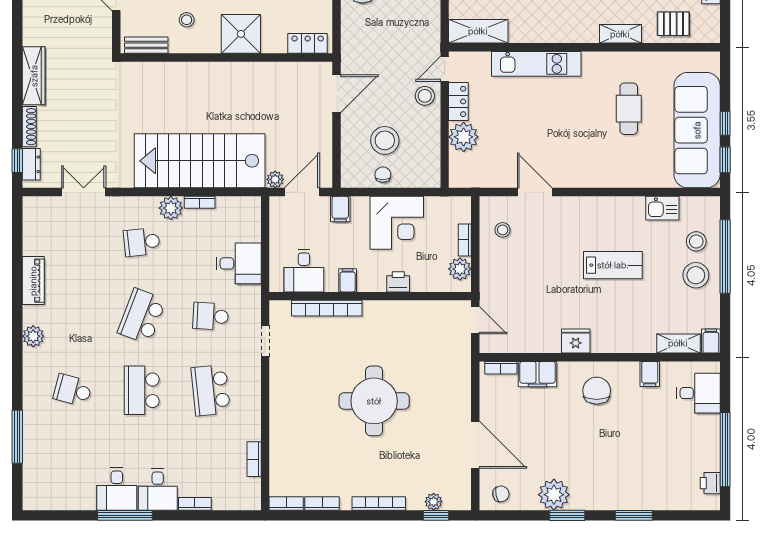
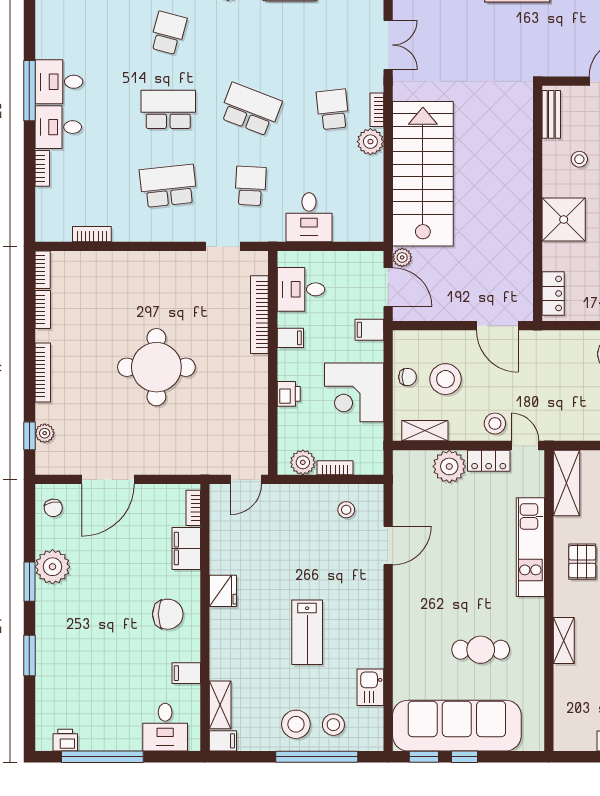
pallet: (673, 24) -> (582, 562), moved
shelving: (431, 159) -> (425, 431), added
bookcase: (200, 202) -> (377, 110), moved

